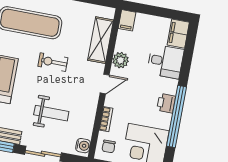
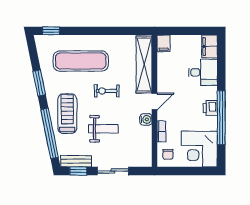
shelving: (101, 40) -> (144, 65), width x1.47
plant: (120, 60) -> (164, 79), removed
weight bench: (51, 113) -> (103, 129), moved
water cooler: (83, 146) -> (146, 119), moved

